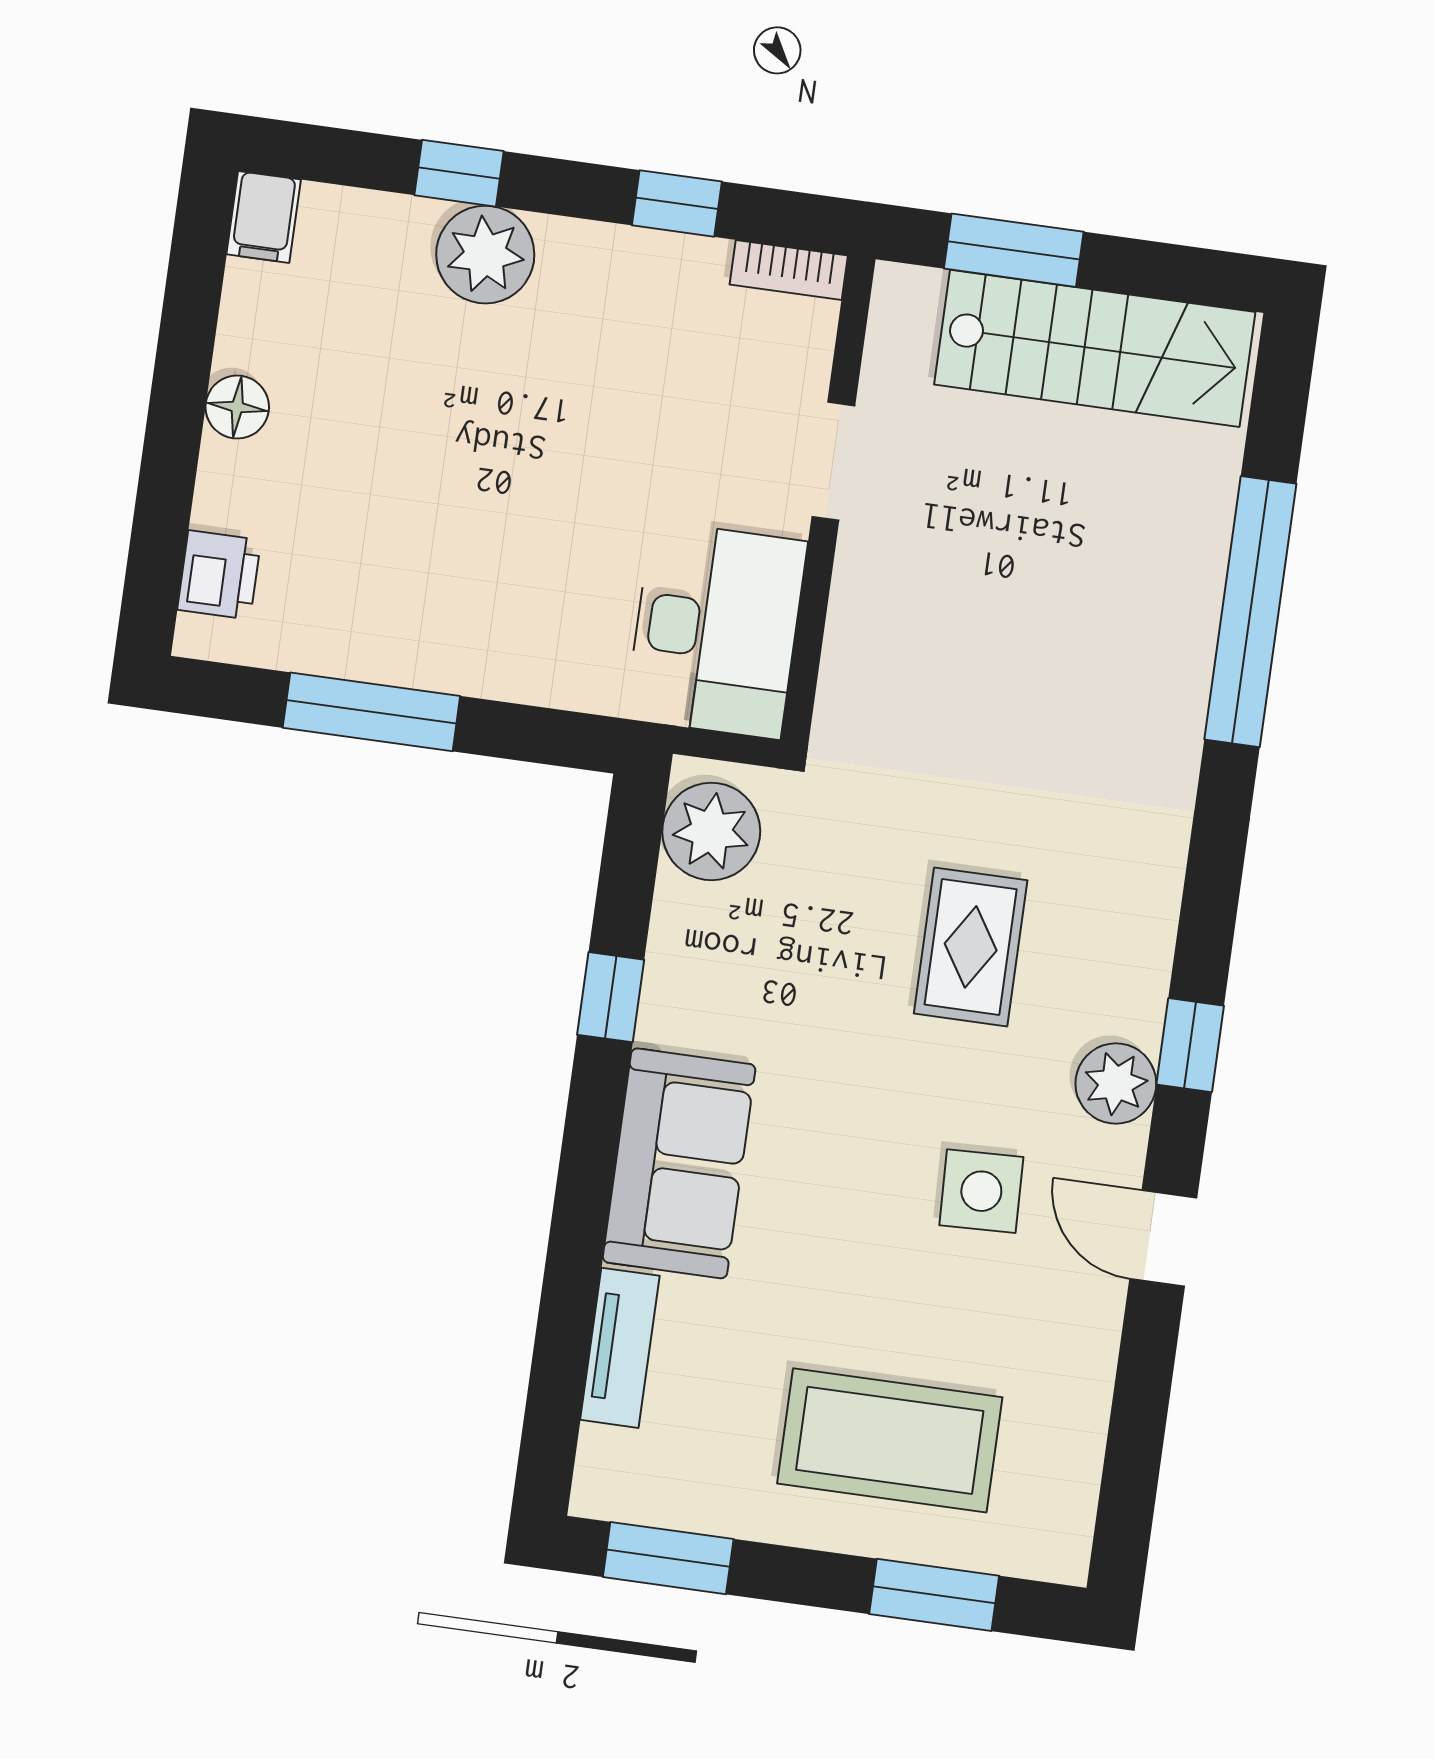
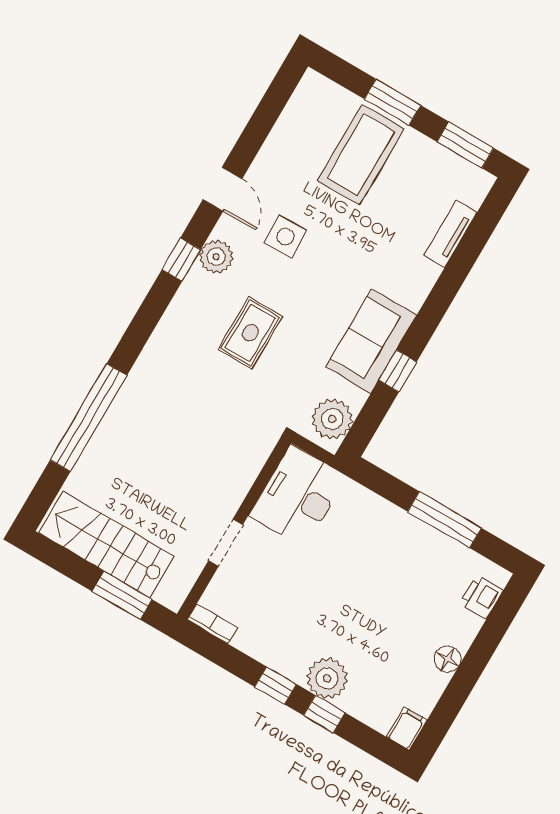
window: (677, 203) -> (276, 685), moved
sofa: (679, 1163) -> (371, 341), moved
coffee table: (890, 1440) -> (361, 155), turned 90
window: (934, 1595) -> (393, 102), moved

